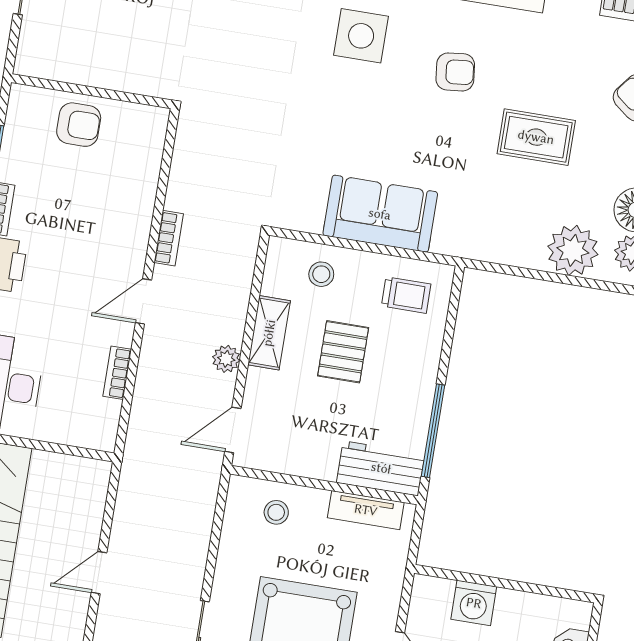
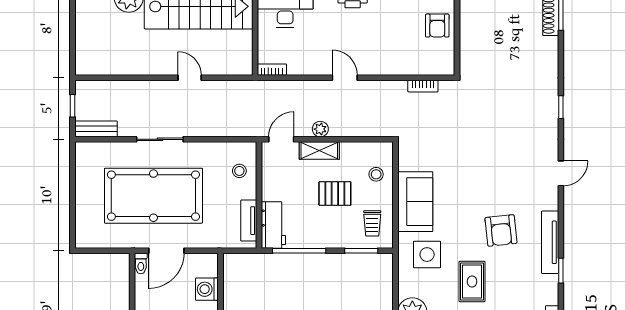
side table: (361, 36) -> (427, 255), moved
armchair: (455, 72) -> (501, 230), width x1.38, depth x1.38
bookcase: (169, 238) -> (423, 86), moved
window: (451, 322) -> (361, 251), added
shelving: (269, 333) -> (319, 151), moved
bookcase: (117, 373) -> (272, 70), moved
door: (233, 430) -> (281, 139), hinge flipped

